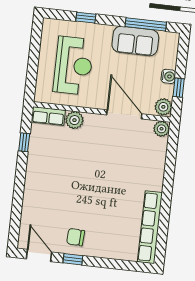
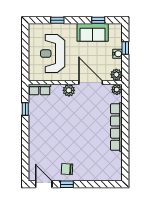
window: (146, 24) -> (98, 20), width x0.46
reception desk: (73, 65) -> (53, 54), turned 180
window: (179, 88) -> (125, 48), moved
plant: (74, 120) -> (69, 90), moved
row of seats: (150, 227) -> (116, 127), moved

